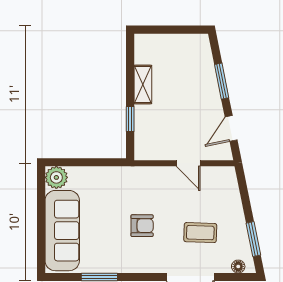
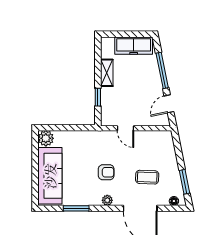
freezer: (181, 46) -> (134, 46), added
window: (222, 81) -> (162, 70), width x1.44
door: (188, 163) -> (125, 128), moved
plant: (144, 265) -> (107, 200), added

